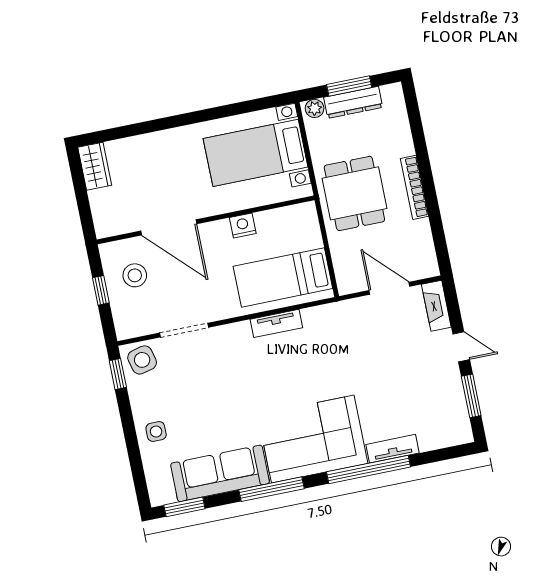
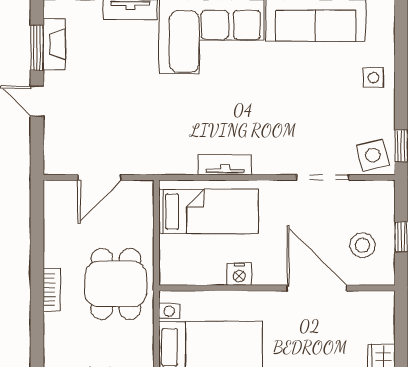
bookcase: (415, 187) -> (52, 290), width x0.64
door: (389, 288) -> (100, 177), hinge flipped
fireplace: (436, 306) -> (54, 44), moved

